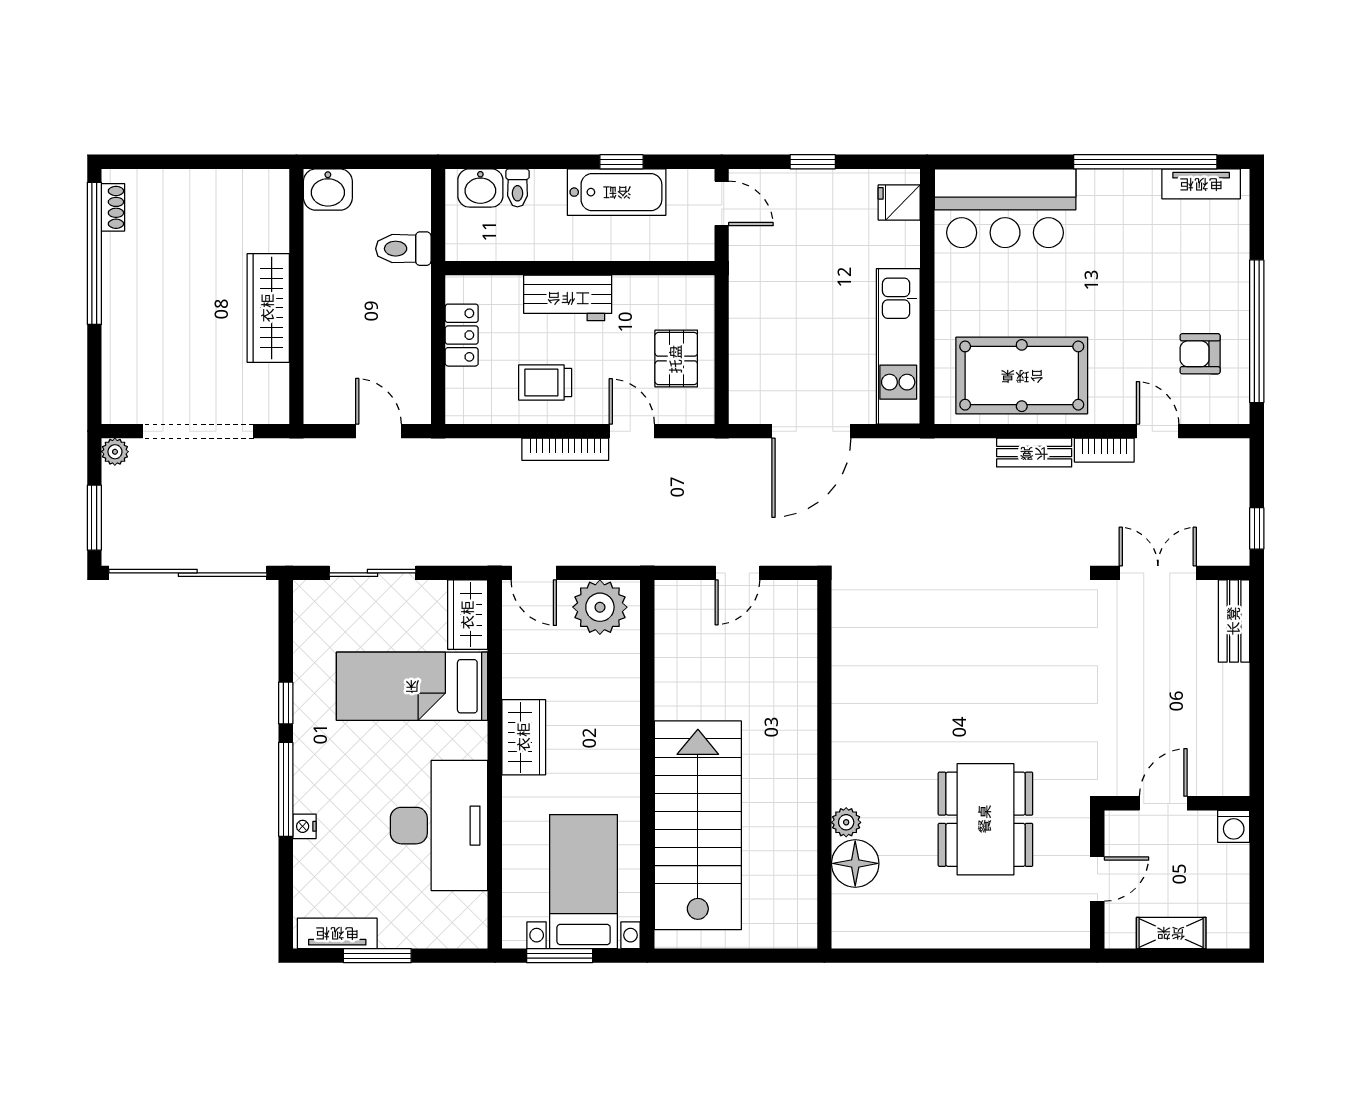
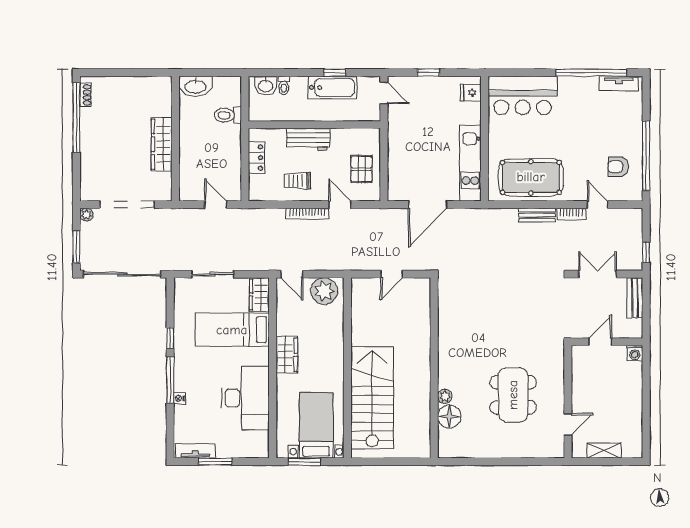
washbasin: (328, 190) -> (195, 86), width x1.38
door: (1163, 803) -> (600, 342), moved
wall: (1177, 803) -> (607, 342), moved
washing machine: (1234, 826) -> (635, 353), moved

